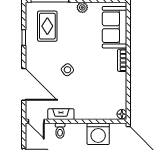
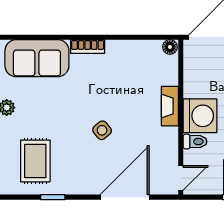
rug: (47, 26) -> (35, 161), turned 90
fireplace: (61, 114) -> (170, 106), moved
washing machine: (98, 134) -> (200, 116), moved

